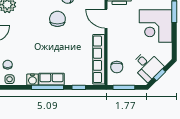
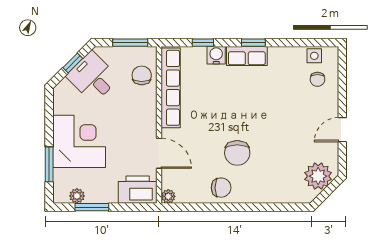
water cooler: (32, 80) -> (216, 55), moved
window: (47, 87) -> (253, 43), width x0.46

